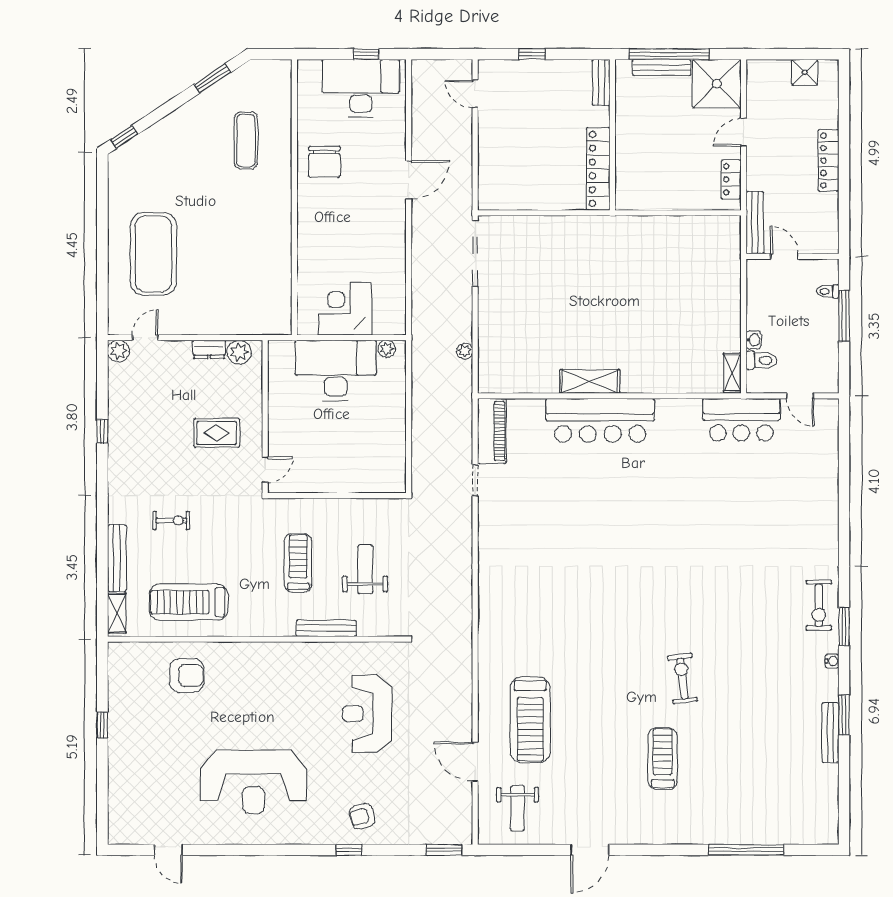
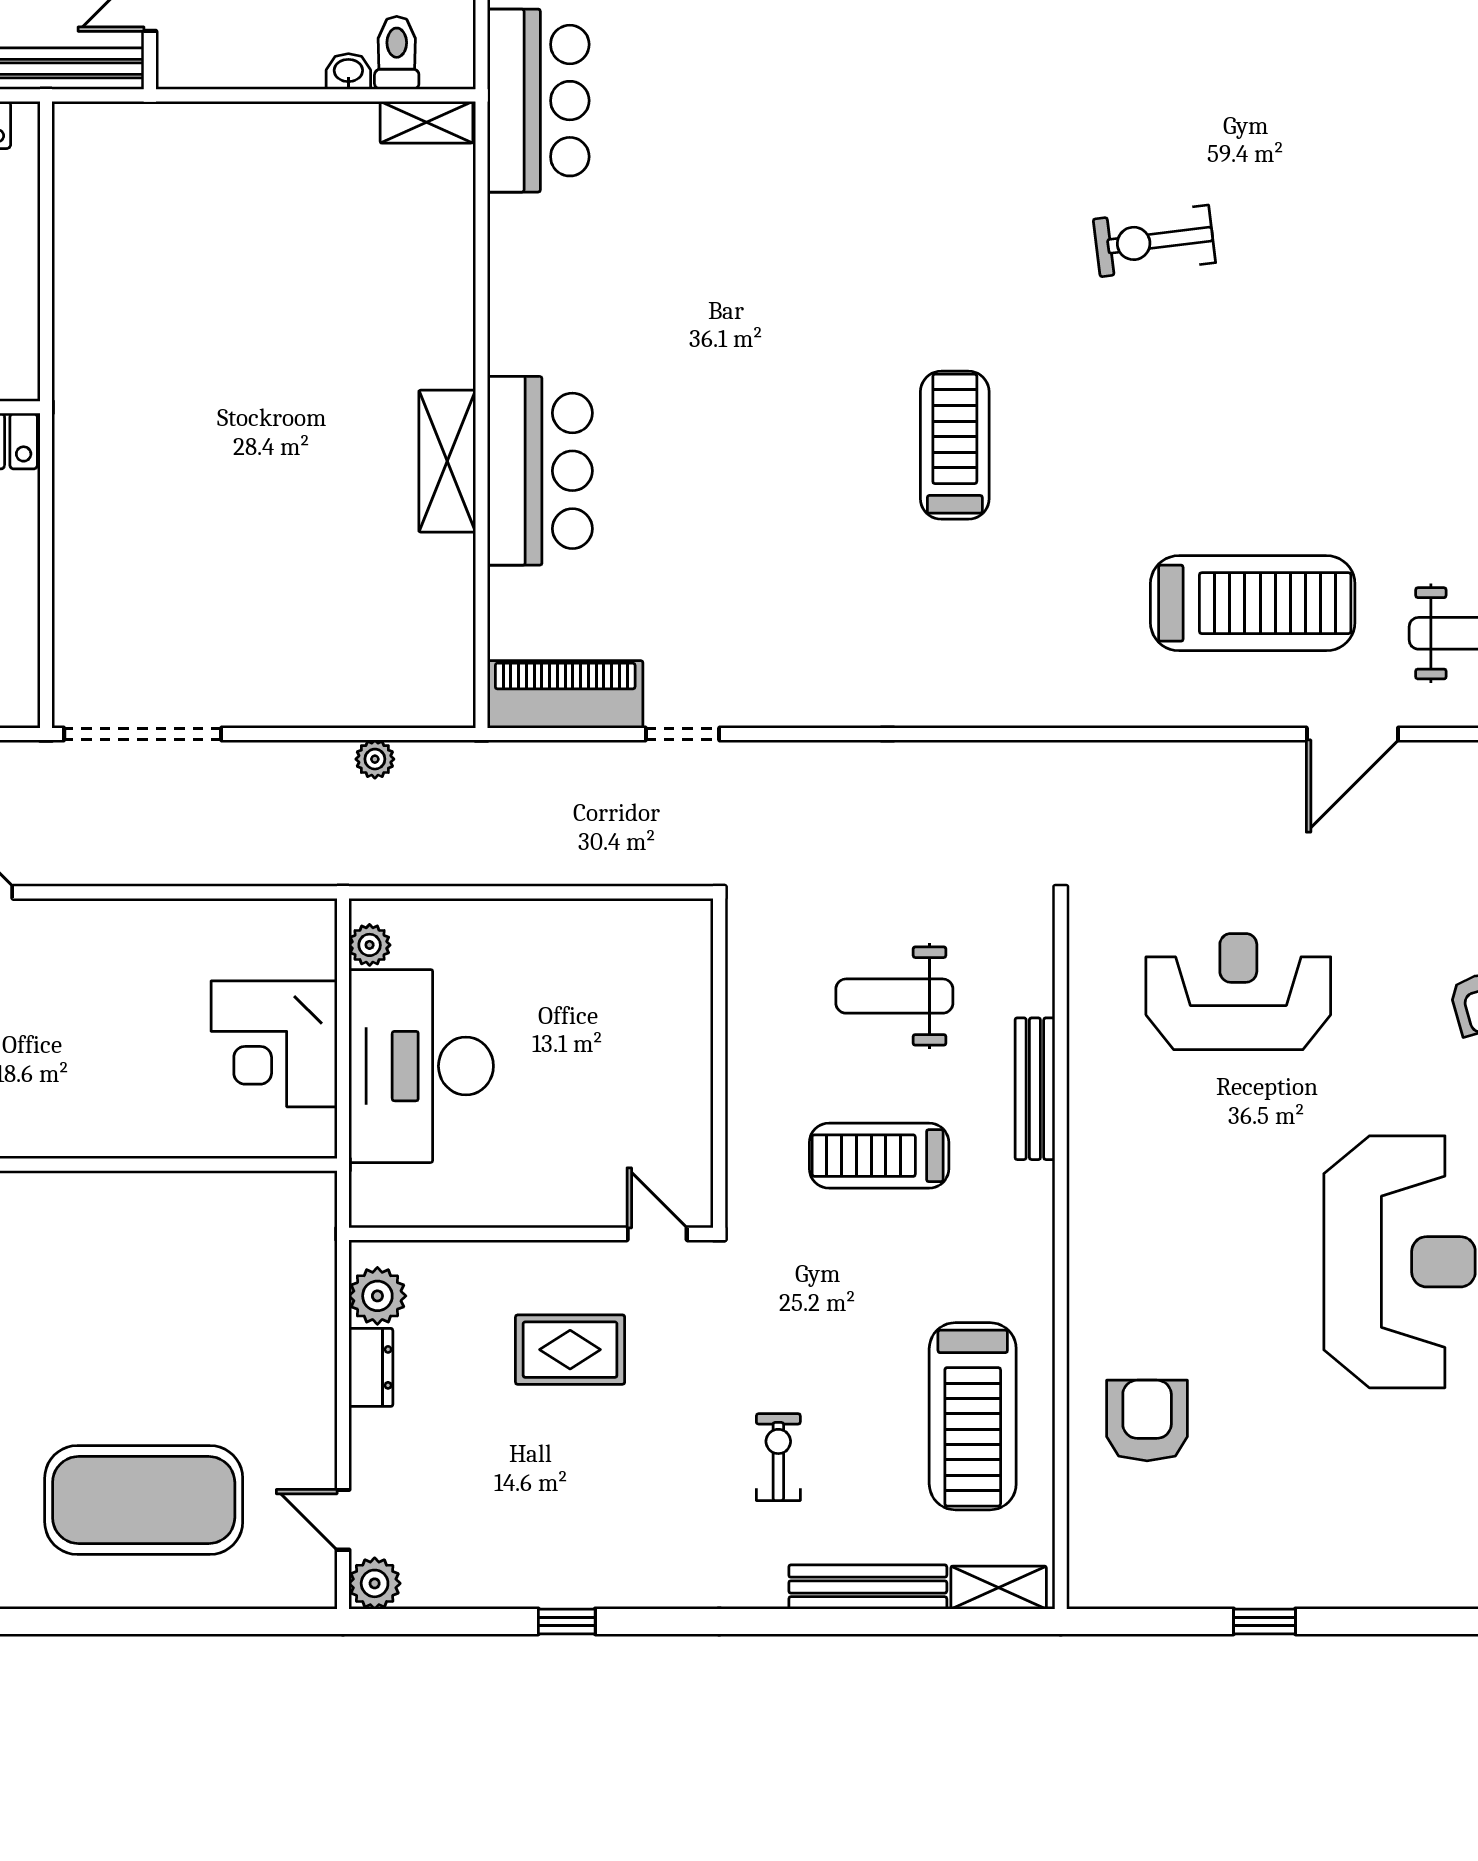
bar counter: (600, 420) -> (540, 471), width x0.73
rug: (217, 433) -> (570, 1350), turned 90
reception desk: (367, 714) -> (1238, 992), turned 180
treadmill: (663, 759) -> (955, 445), moved, turned 90

